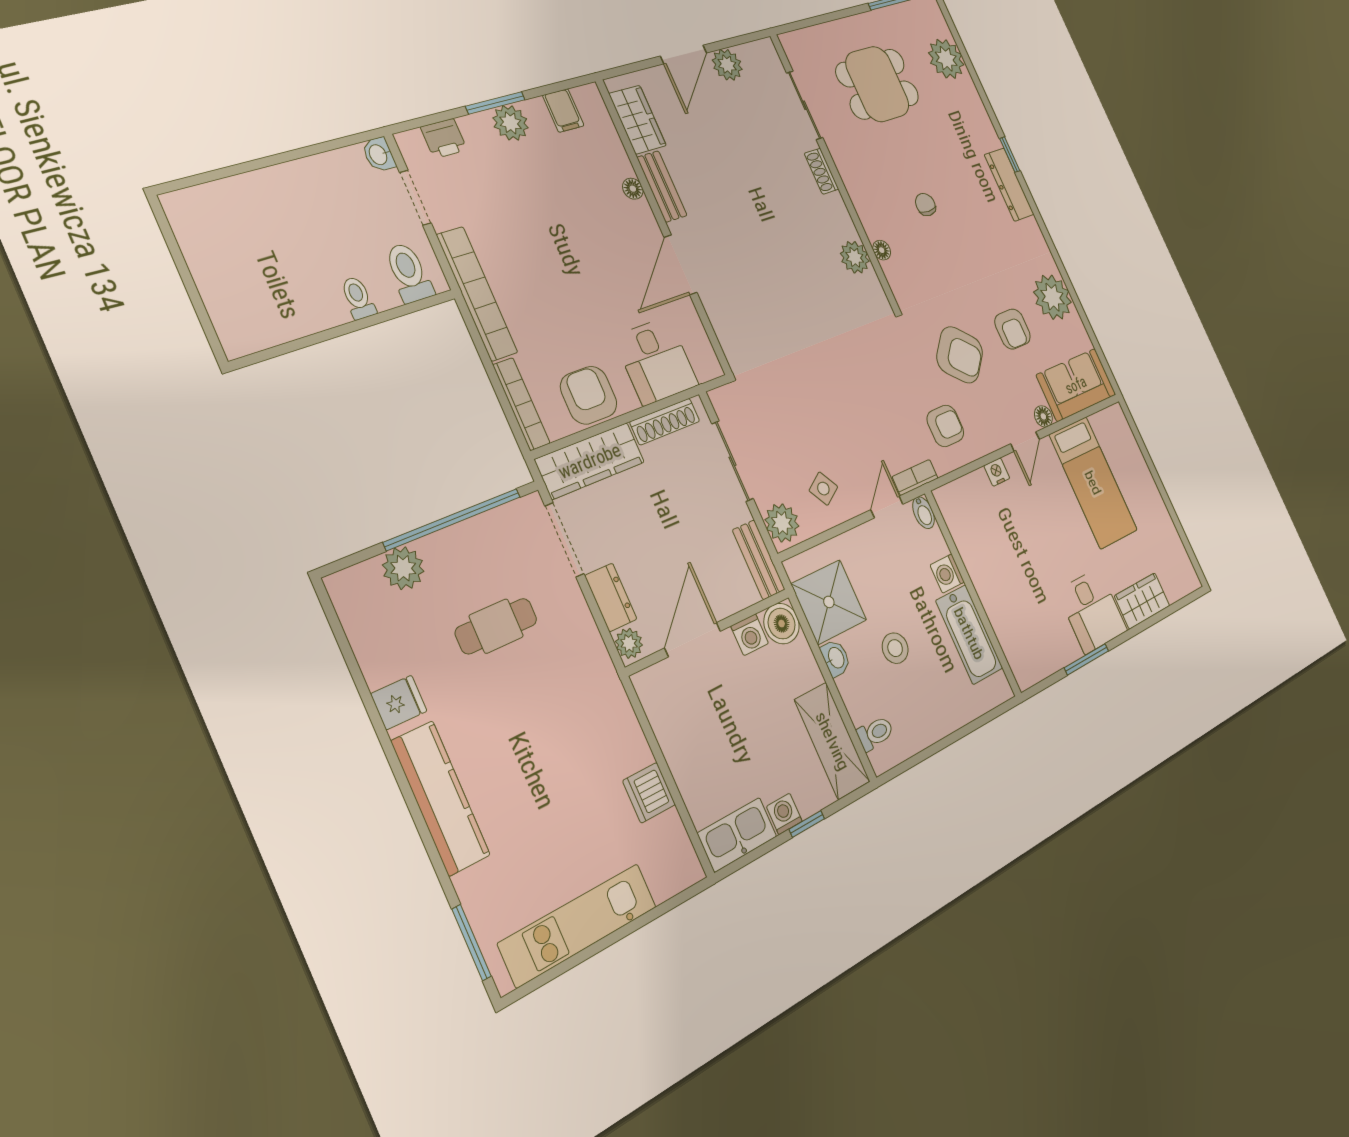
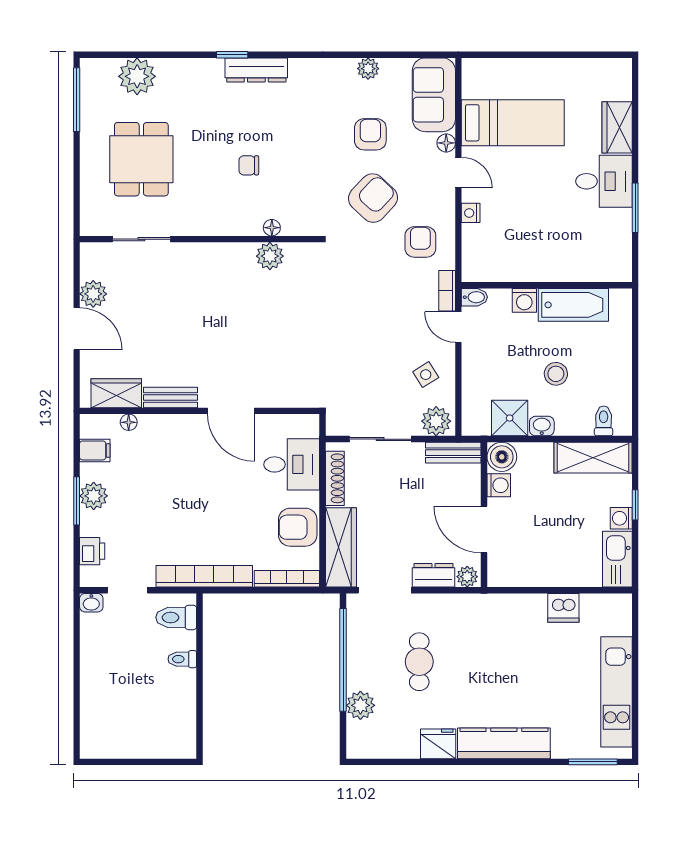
shoe rack: (822, 171) -> (196, 251), removed
floor lamp: (633, 189) -> (129, 422), moved
plant: (1052, 297) -> (368, 69), width x0.53, depth x0.53
armchair: (1013, 329) -> (370, 134), turned -90
shower: (829, 602) -> (510, 418), width x0.73, depth x0.73
fridge: (399, 703) -> (438, 744), width x1.38

